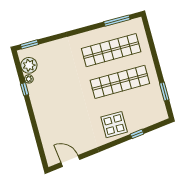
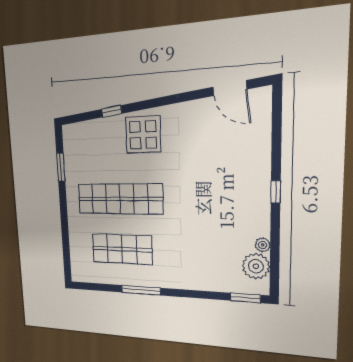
window: (117, 21) -> (141, 290), moved
shop shelf: (111, 50) -> (122, 249), width x0.71
window: (25, 89) -> (276, 192), moved

